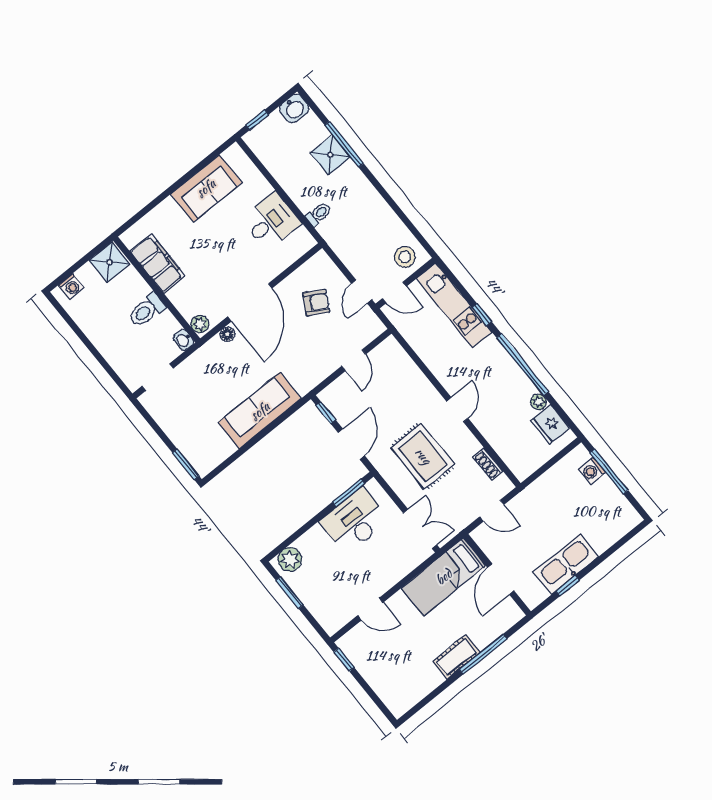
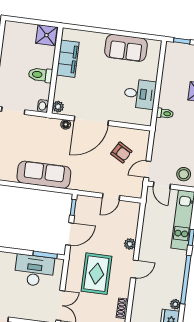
washing machine: (71, 286) -> (18, 28), removed
plant: (425, 389) -> (130, 244), added

